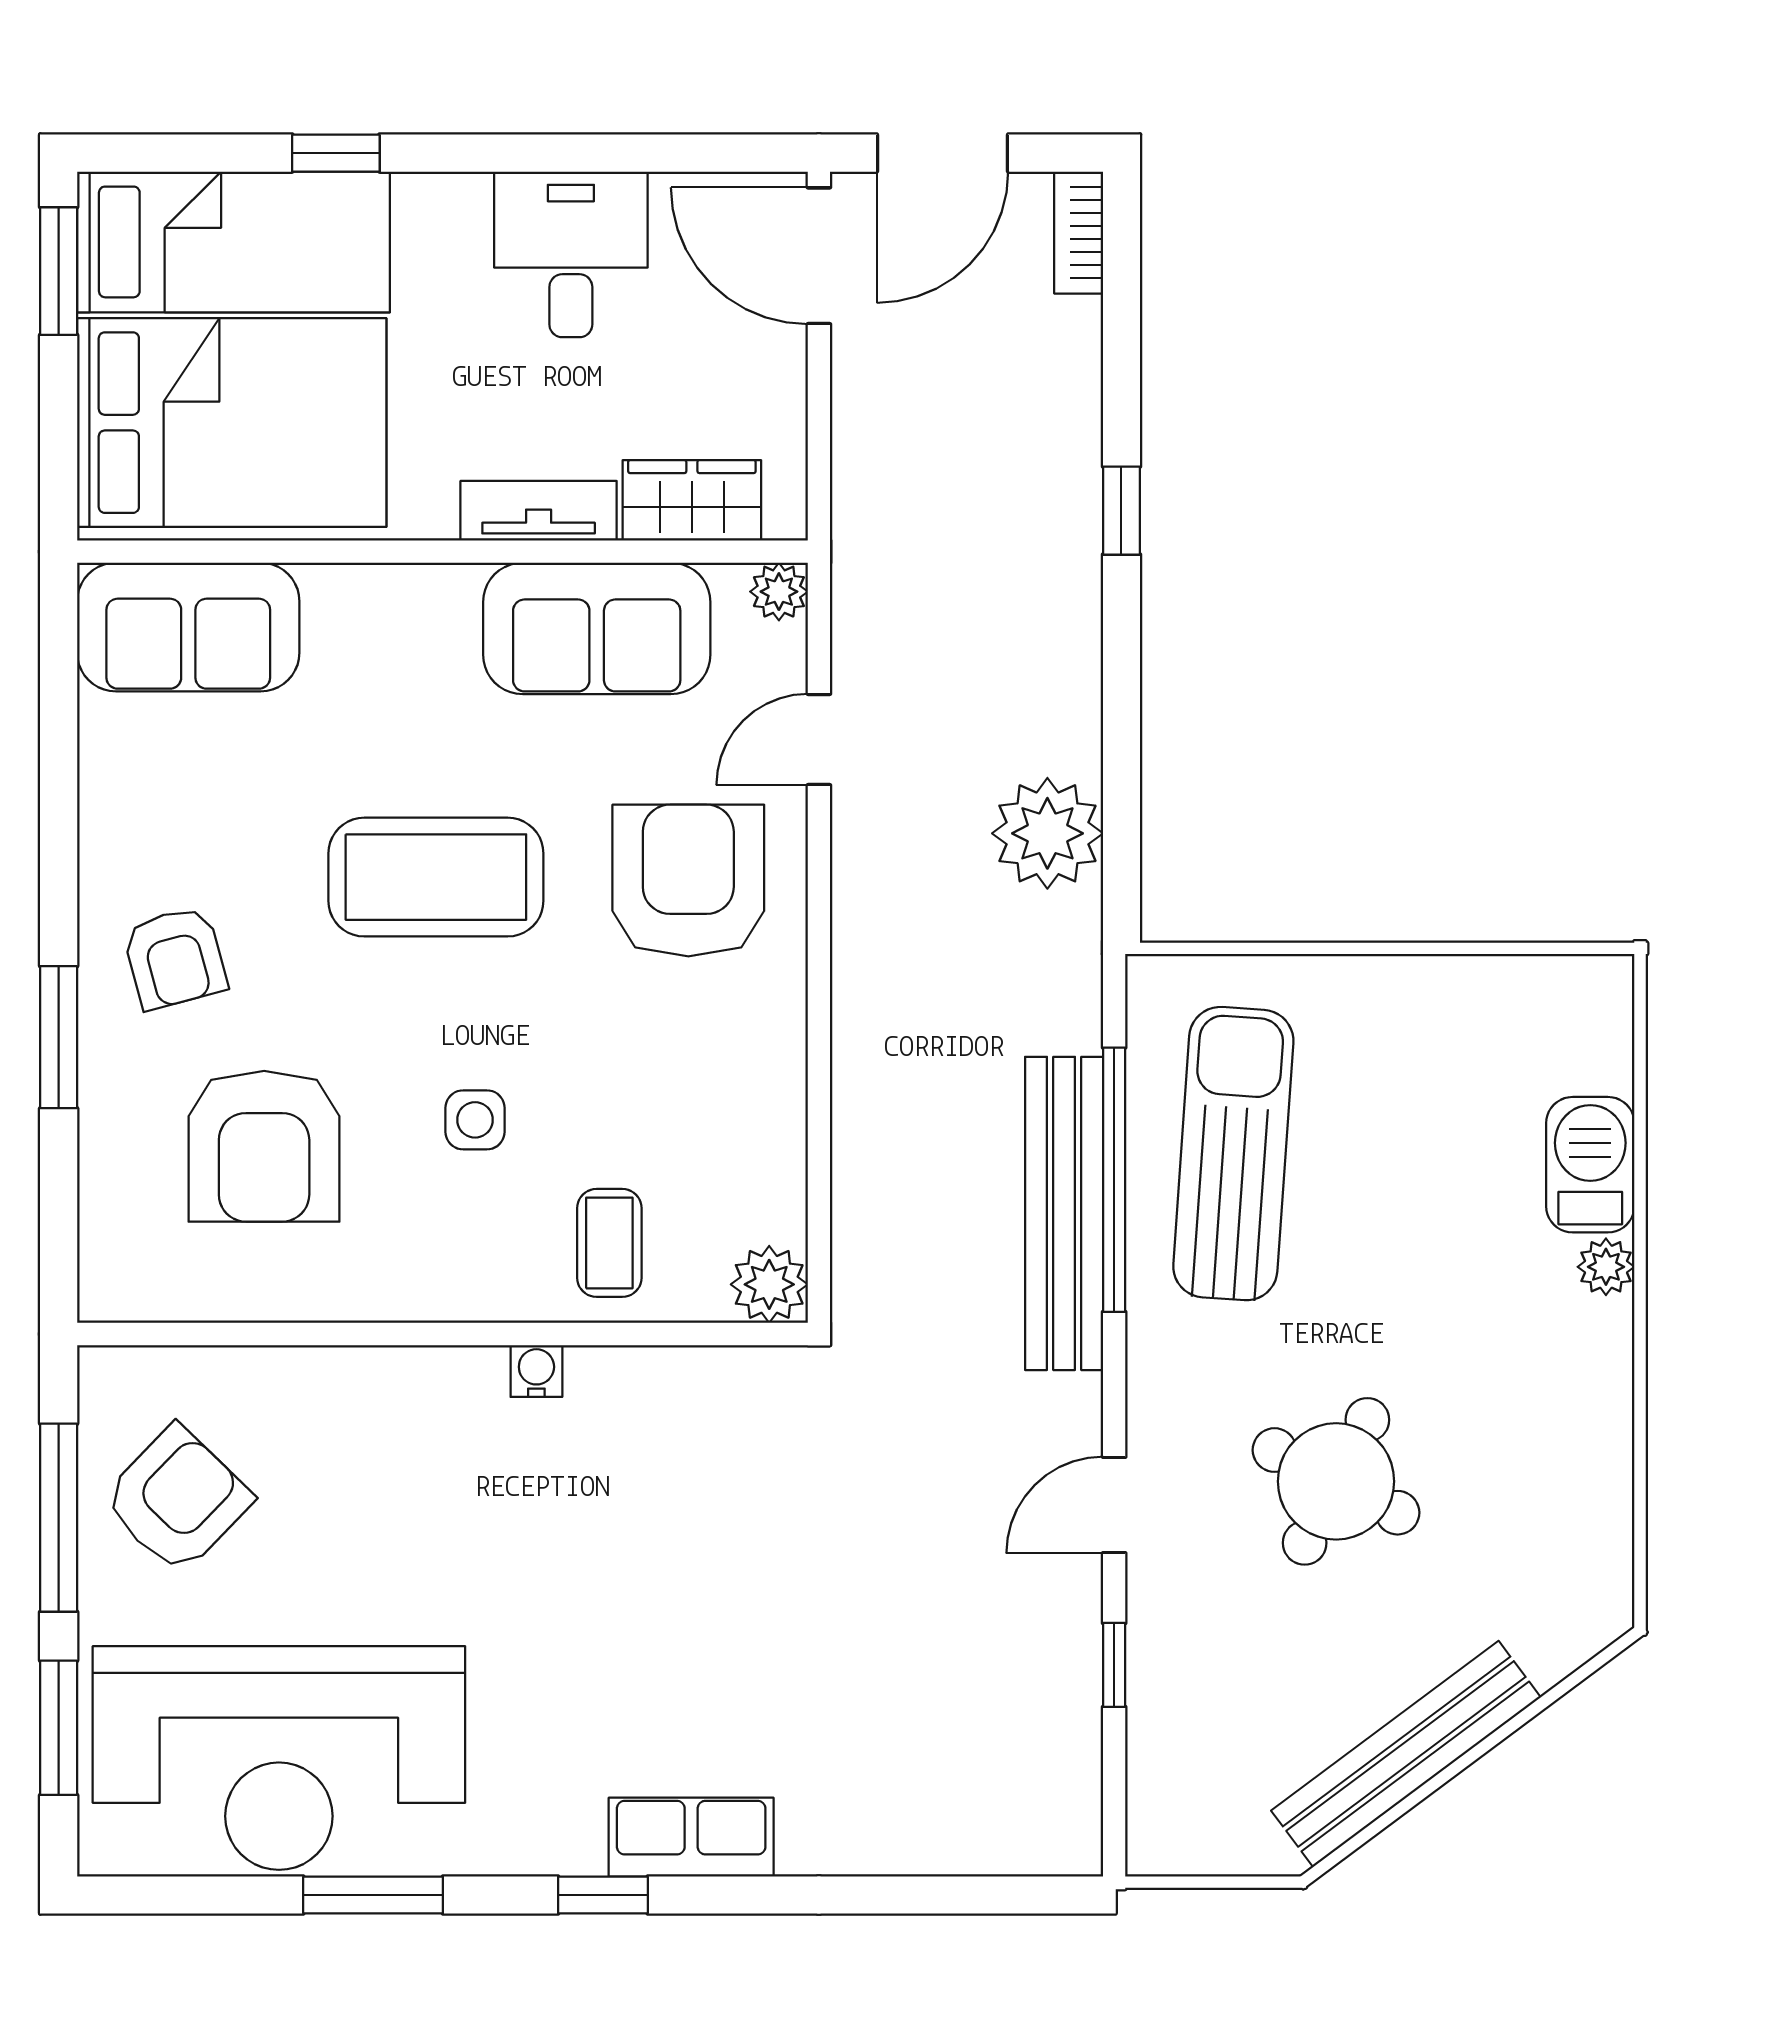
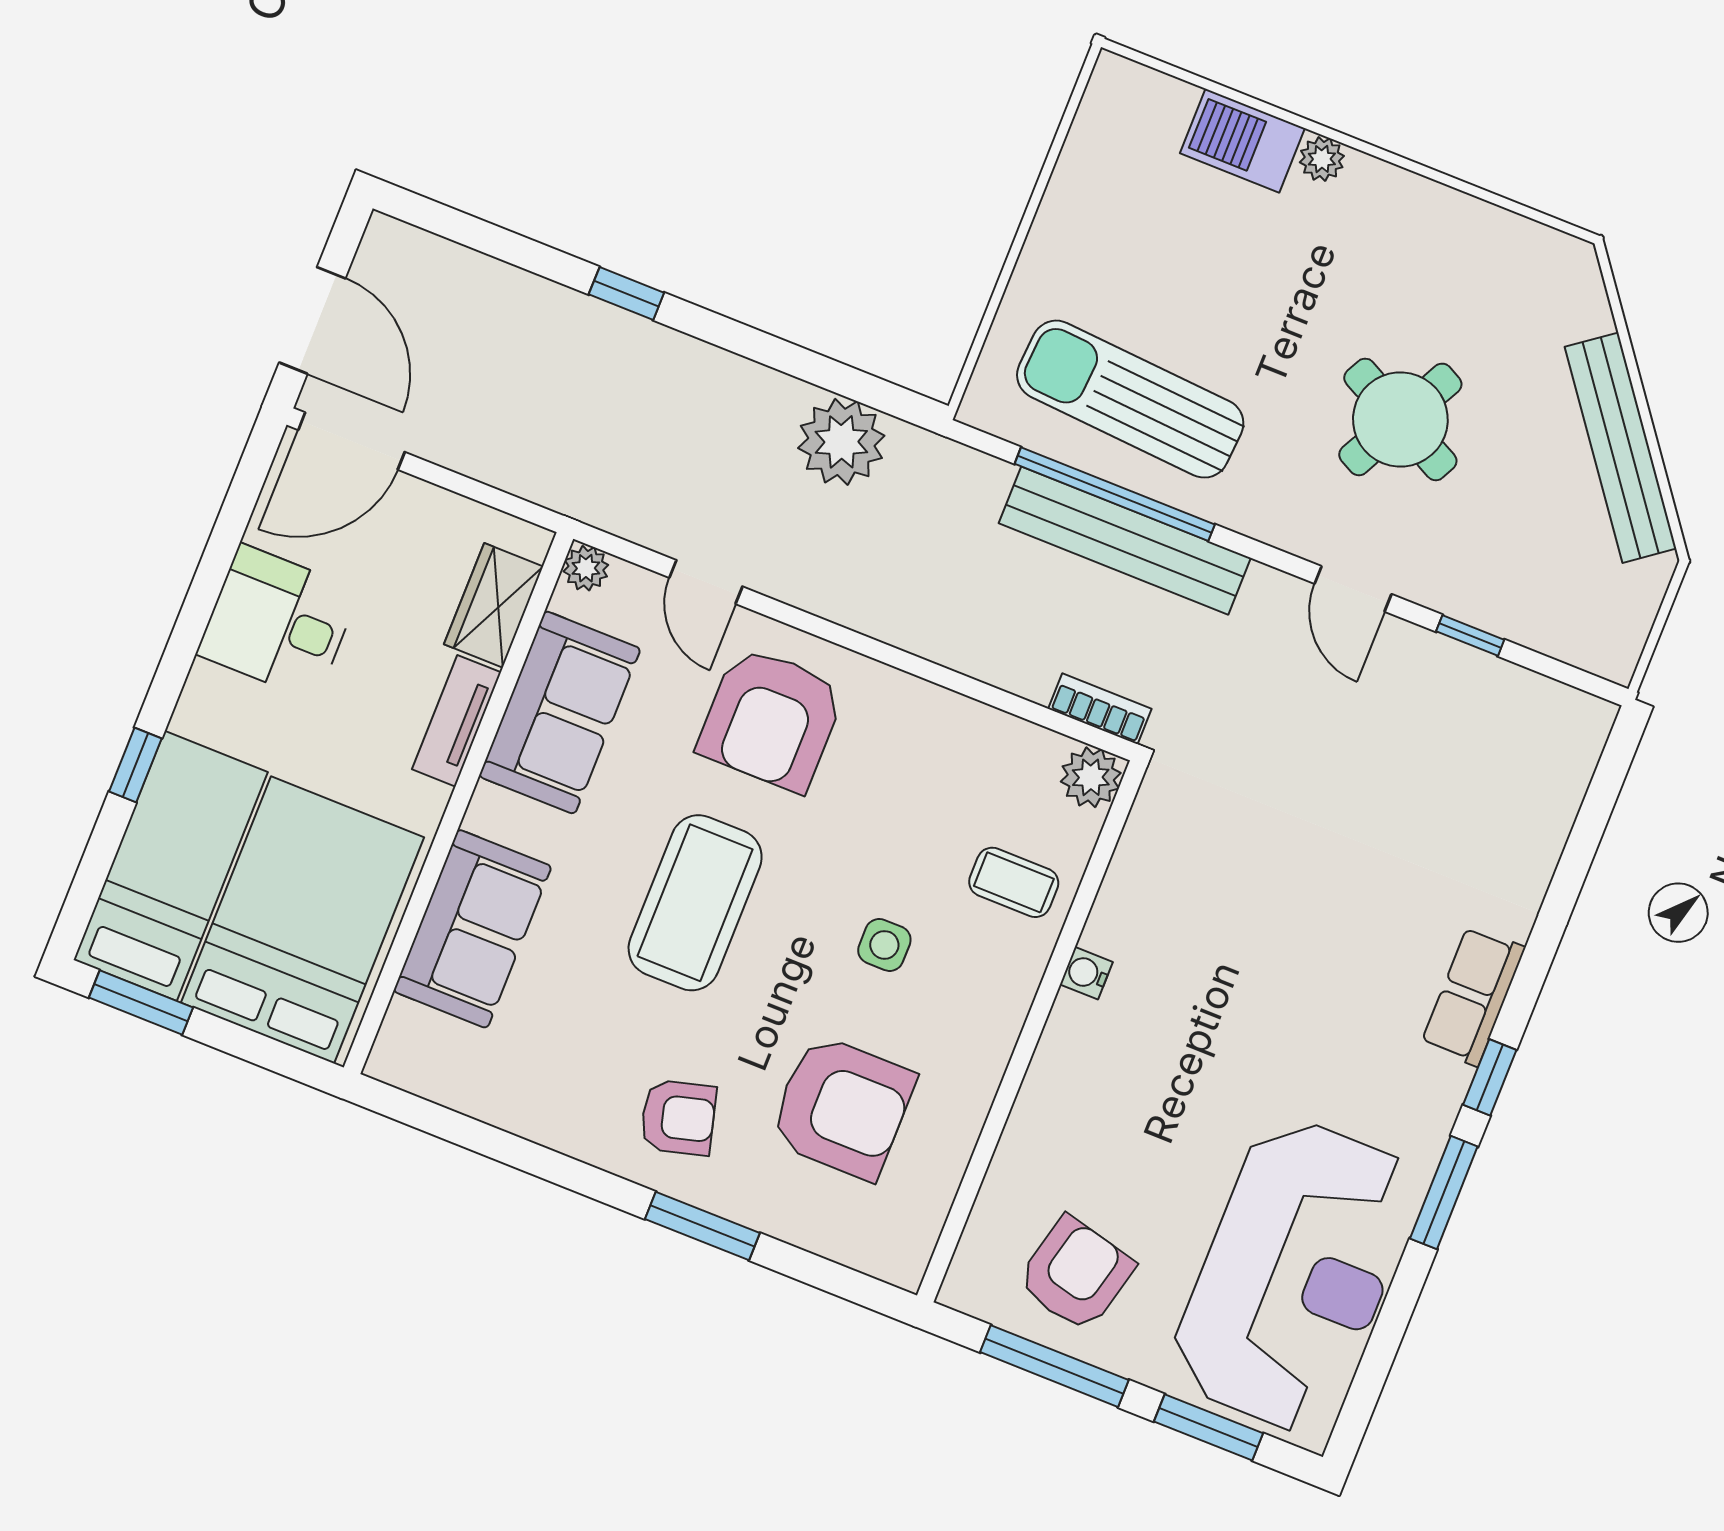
bookcase: (1079, 233) -> (1100, 709), moved, turned 180
sofa: (188, 627) -> (472, 929), moved
armchair: (688, 881) -> (771, 719), turned -90
armchair: (177, 1500) -> (1076, 1274), turned 60
window: (373, 1895) -> (1444, 1192), moved

